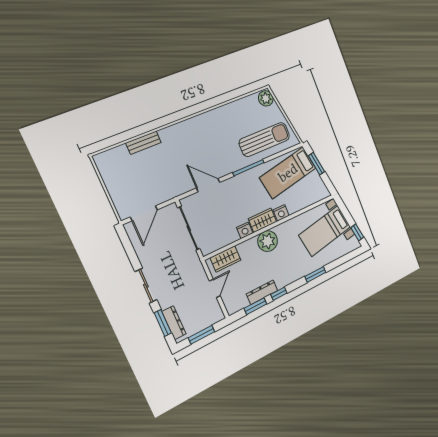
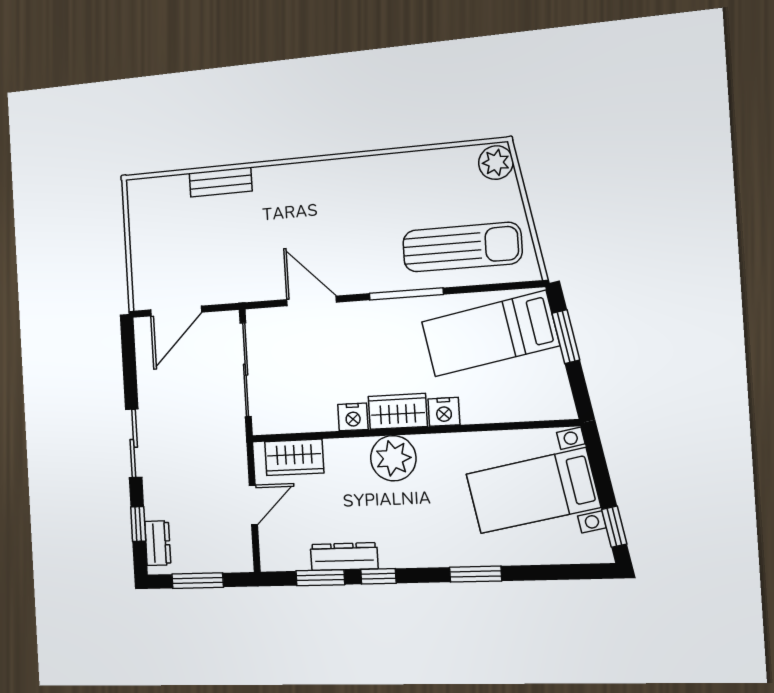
window: (163, 323) -> (138, 524), width x0.67
dresser: (174, 323) -> (158, 543), width x0.70

